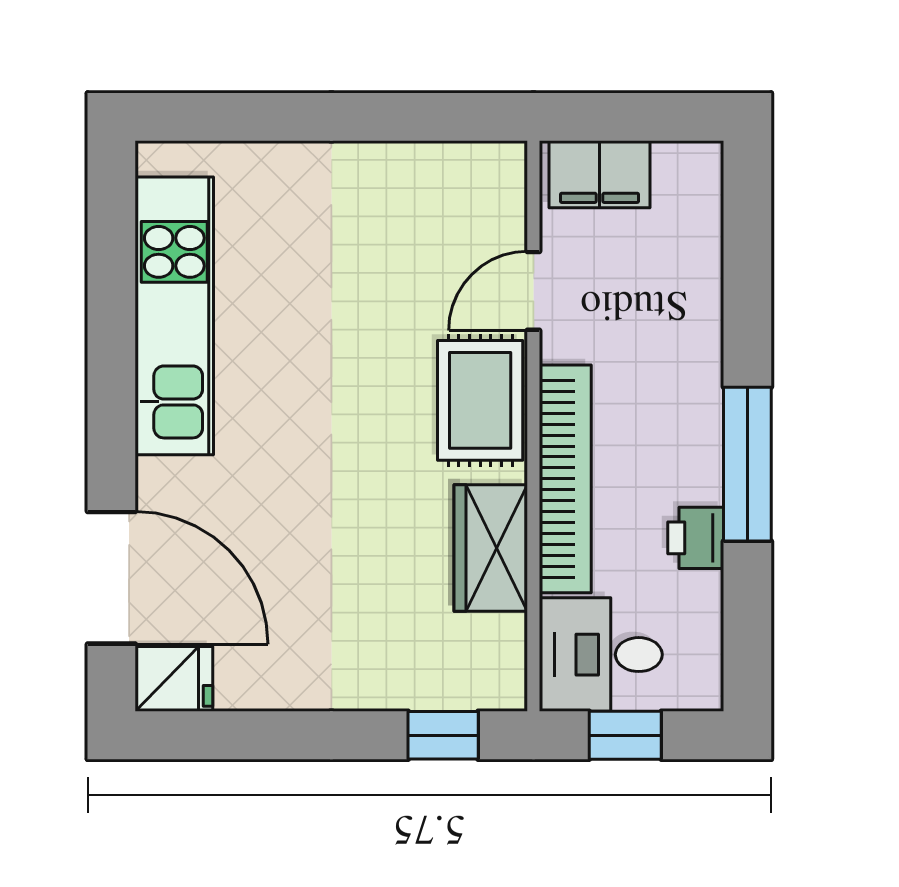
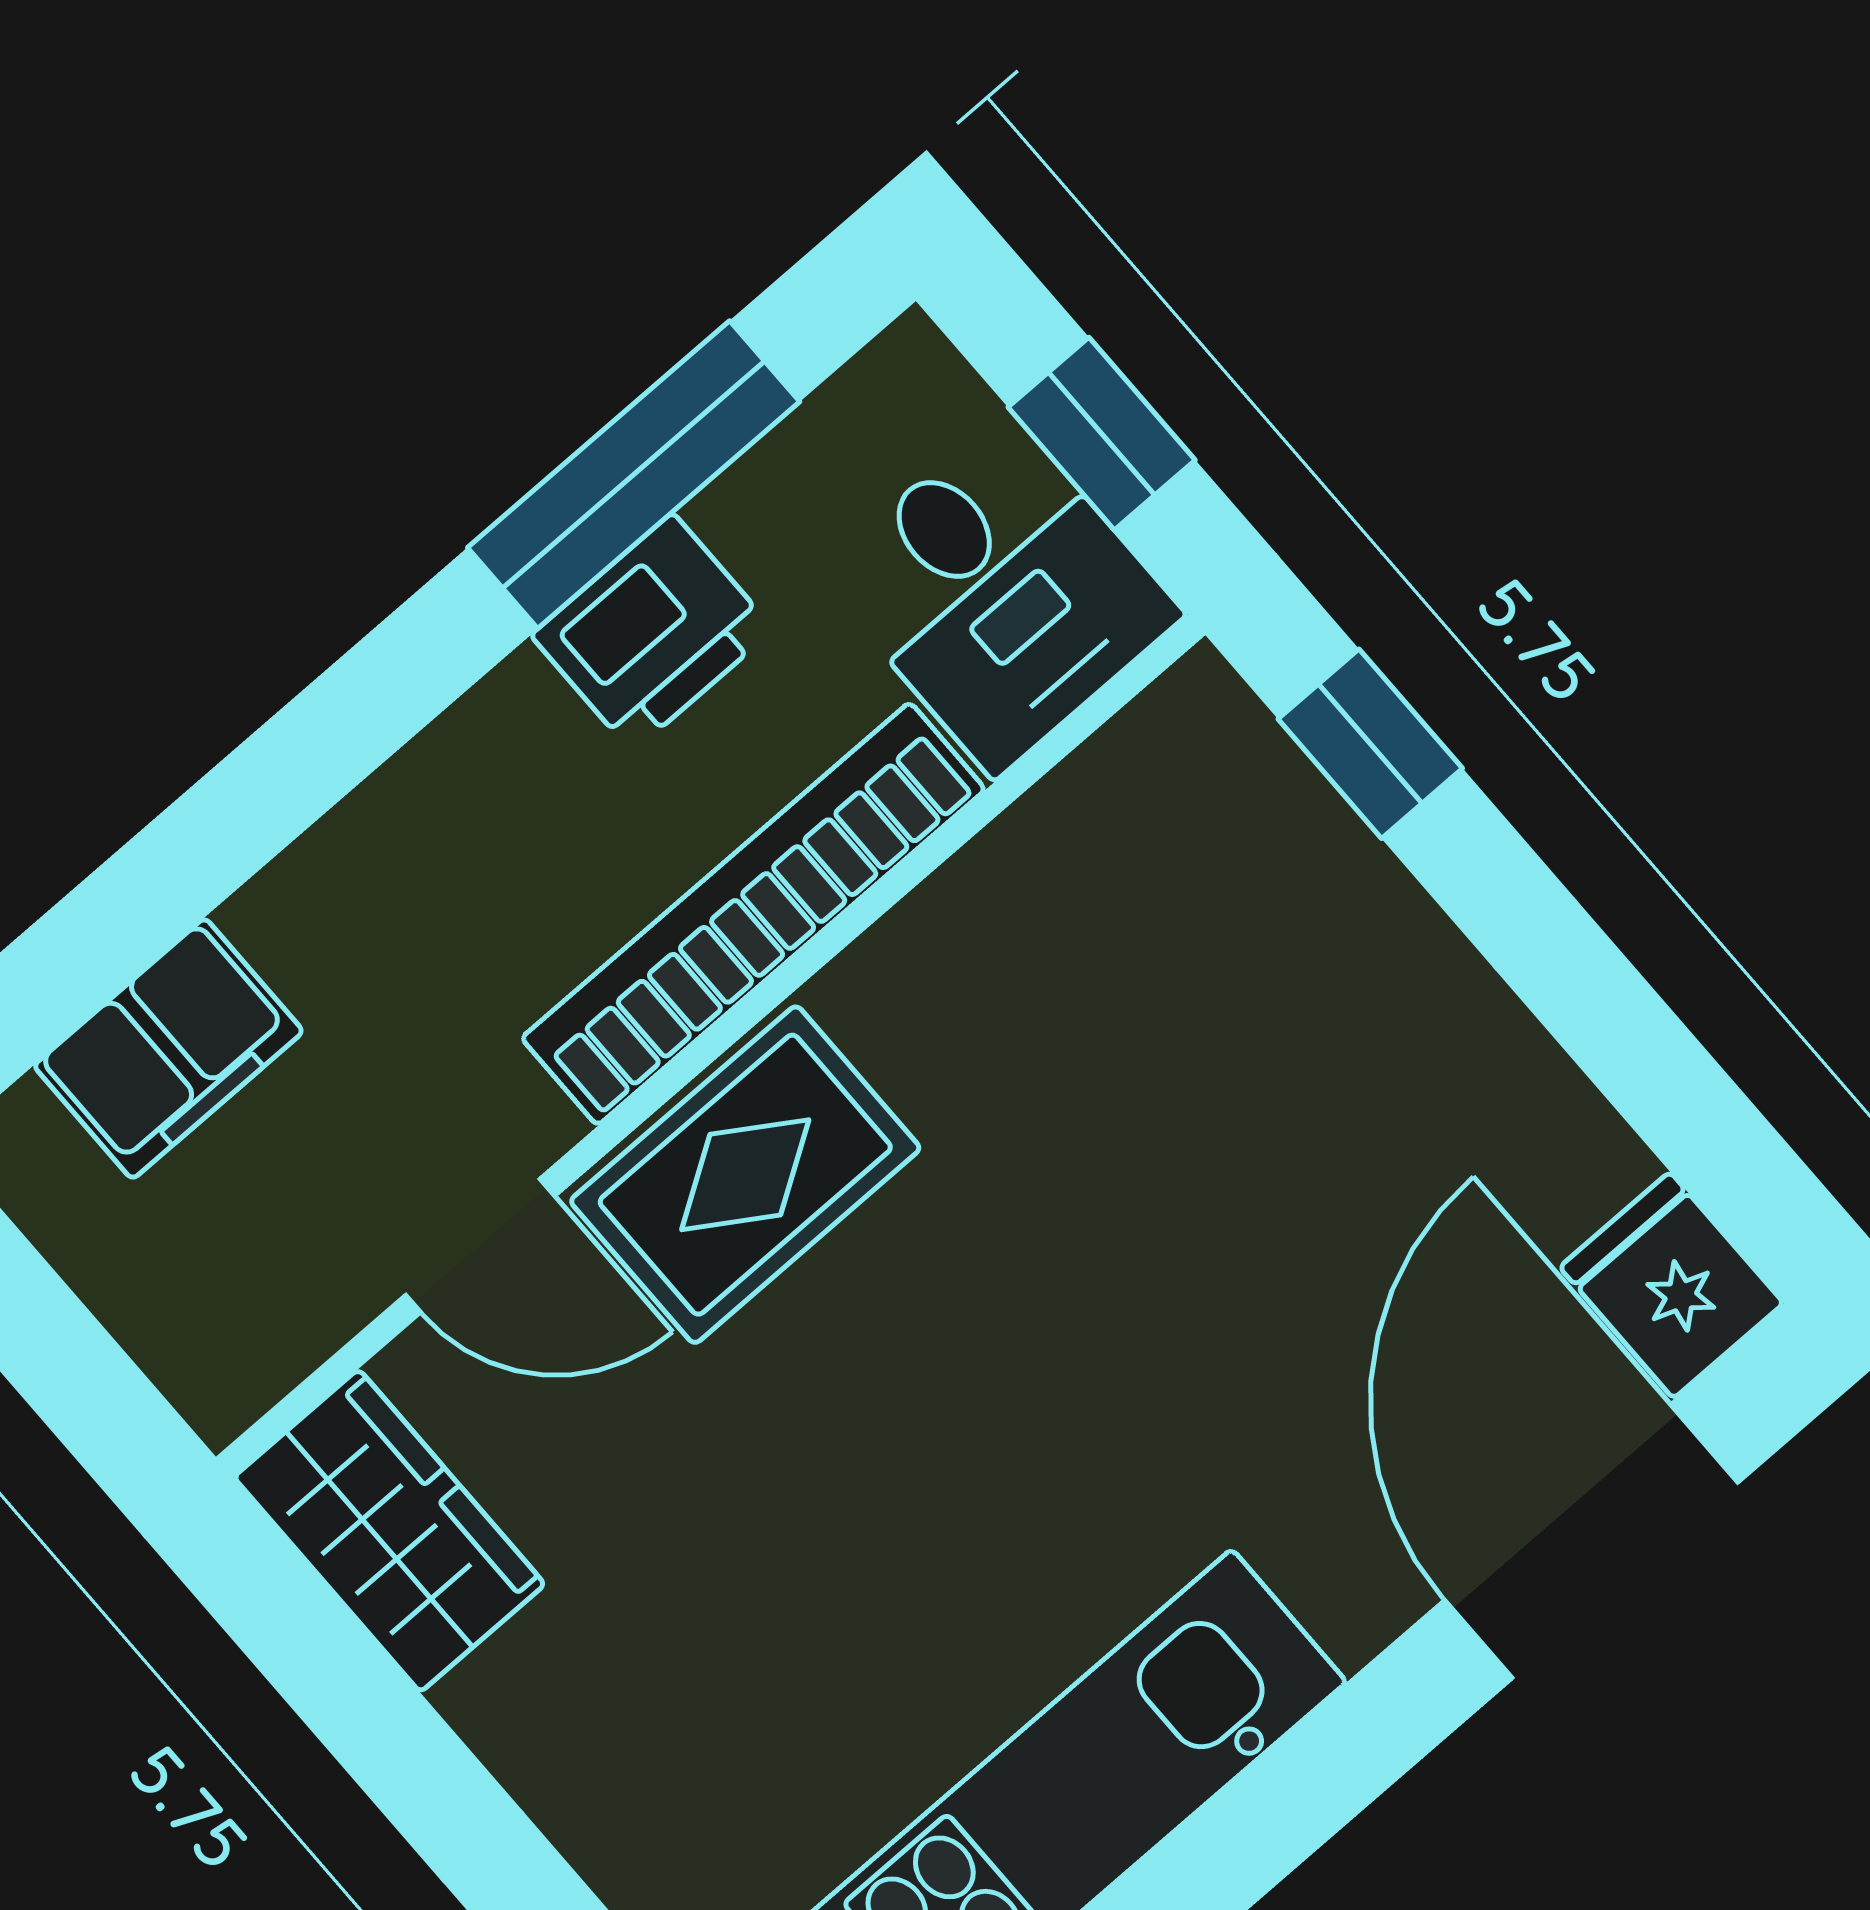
filing cabinet: (599, 174) -> (168, 1049), moved, turned 90
window: (747, 464) -> (634, 475), moved
printer: (696, 538) -> (652, 632), width x1.36, depth x1.24
wardrobe: (491, 548) -> (389, 1531), moved, turned -90

